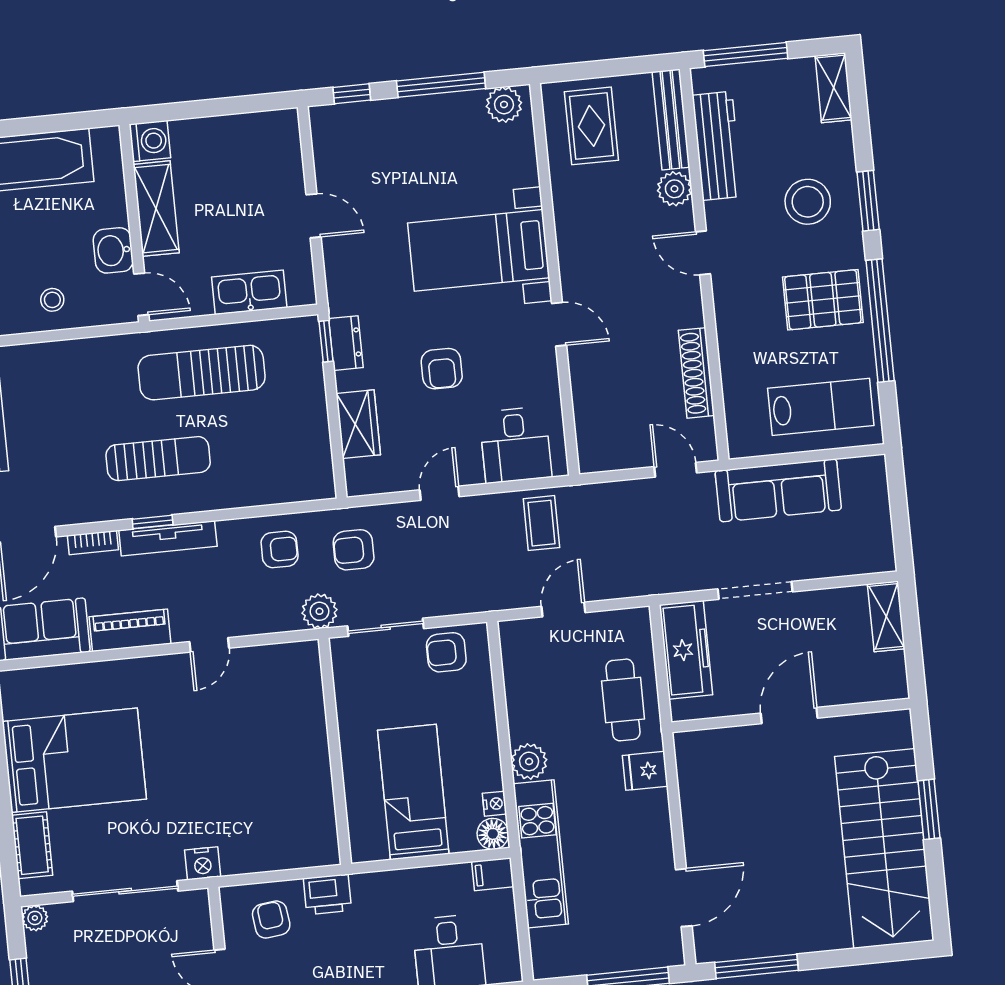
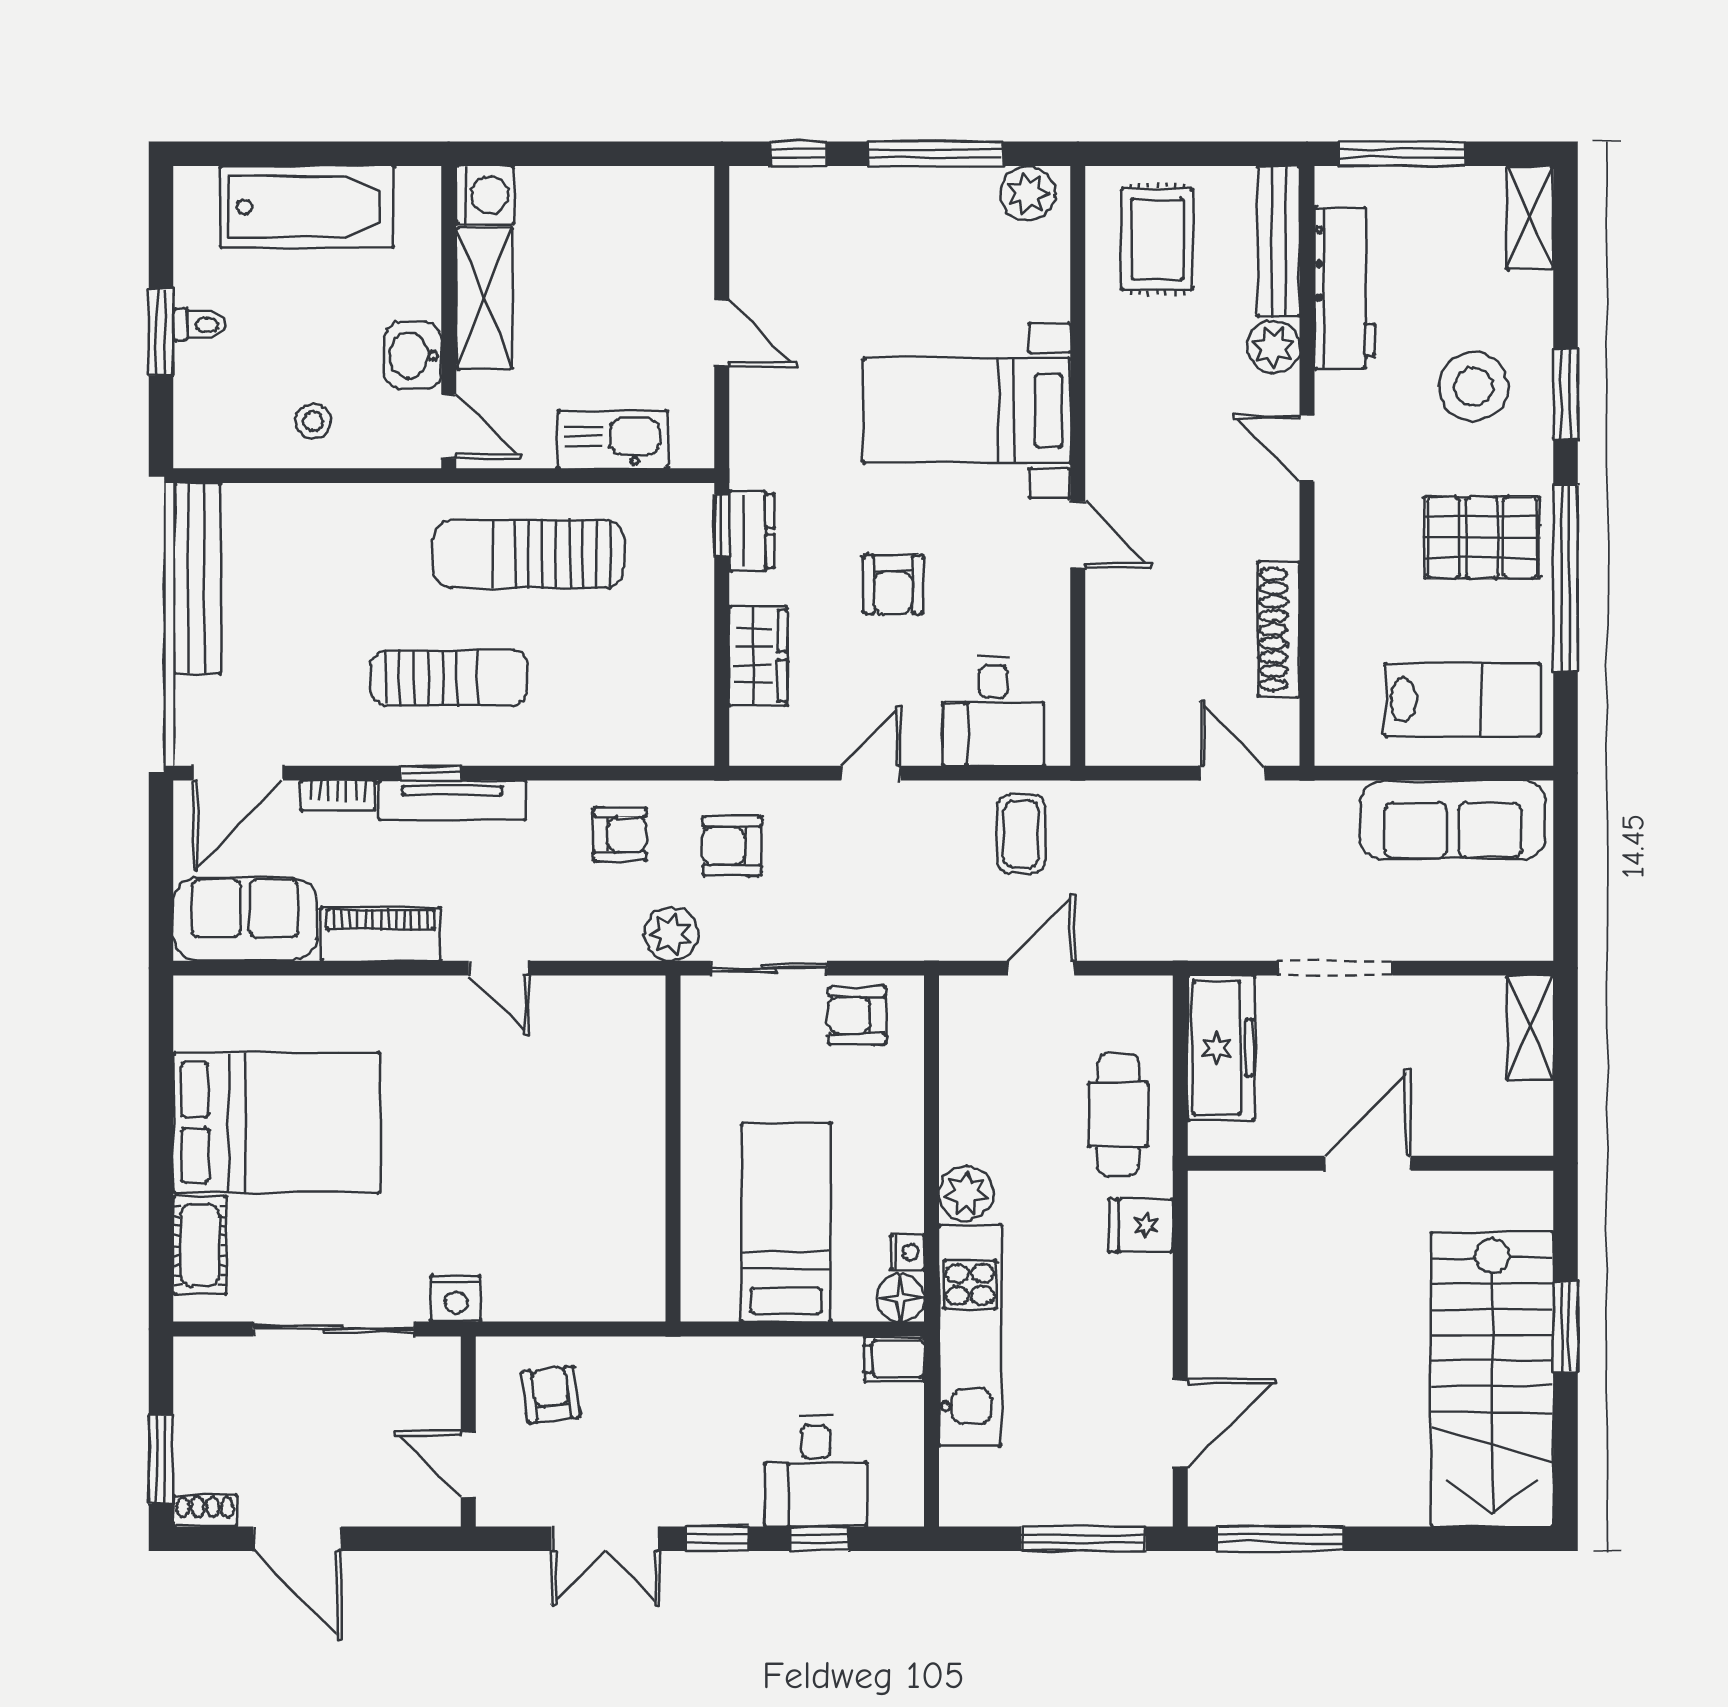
sofa: (778, 490) -> (1453, 820), moved
door: (209, 645) -> (499, 968), hinge flipped
printer: (327, 894) -> (640, 1365), removed
plant: (35, 918) -> (193, 1356), removed

